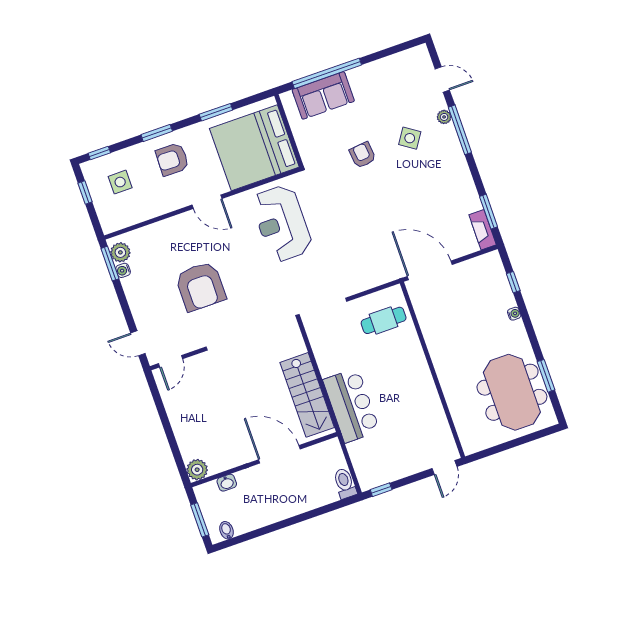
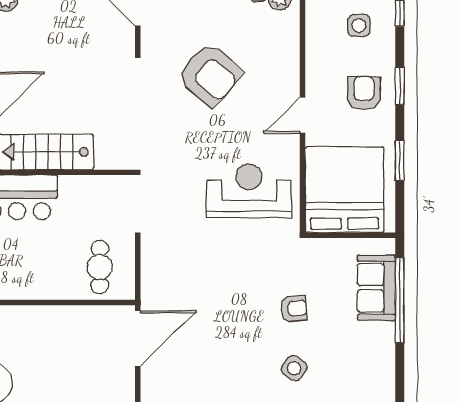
armchair: (201, 286) -> (210, 75), turned -139

